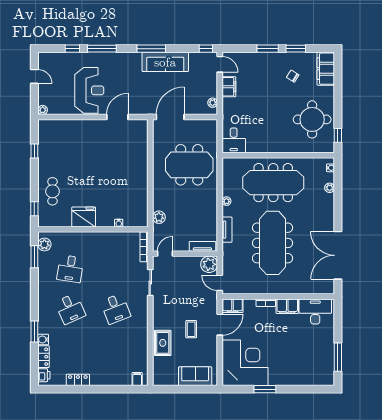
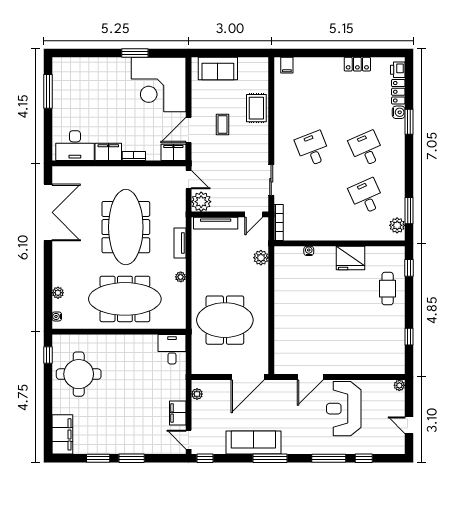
chair: (293, 76) -> (102, 426), removed
tv unit: (202, 246) -> (216, 223), width x1.41
desk: (70, 269) -> (366, 196), turned -33

